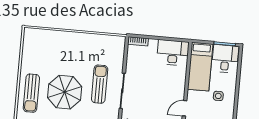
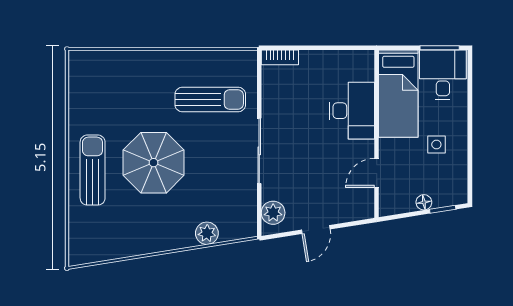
desk: (173, 53) -> (352, 111), moved, turned 90
sun lounger: (100, 84) -> (210, 99), moved, turned 90
sun lounger: (31, 93) -> (93, 170), turned 180

